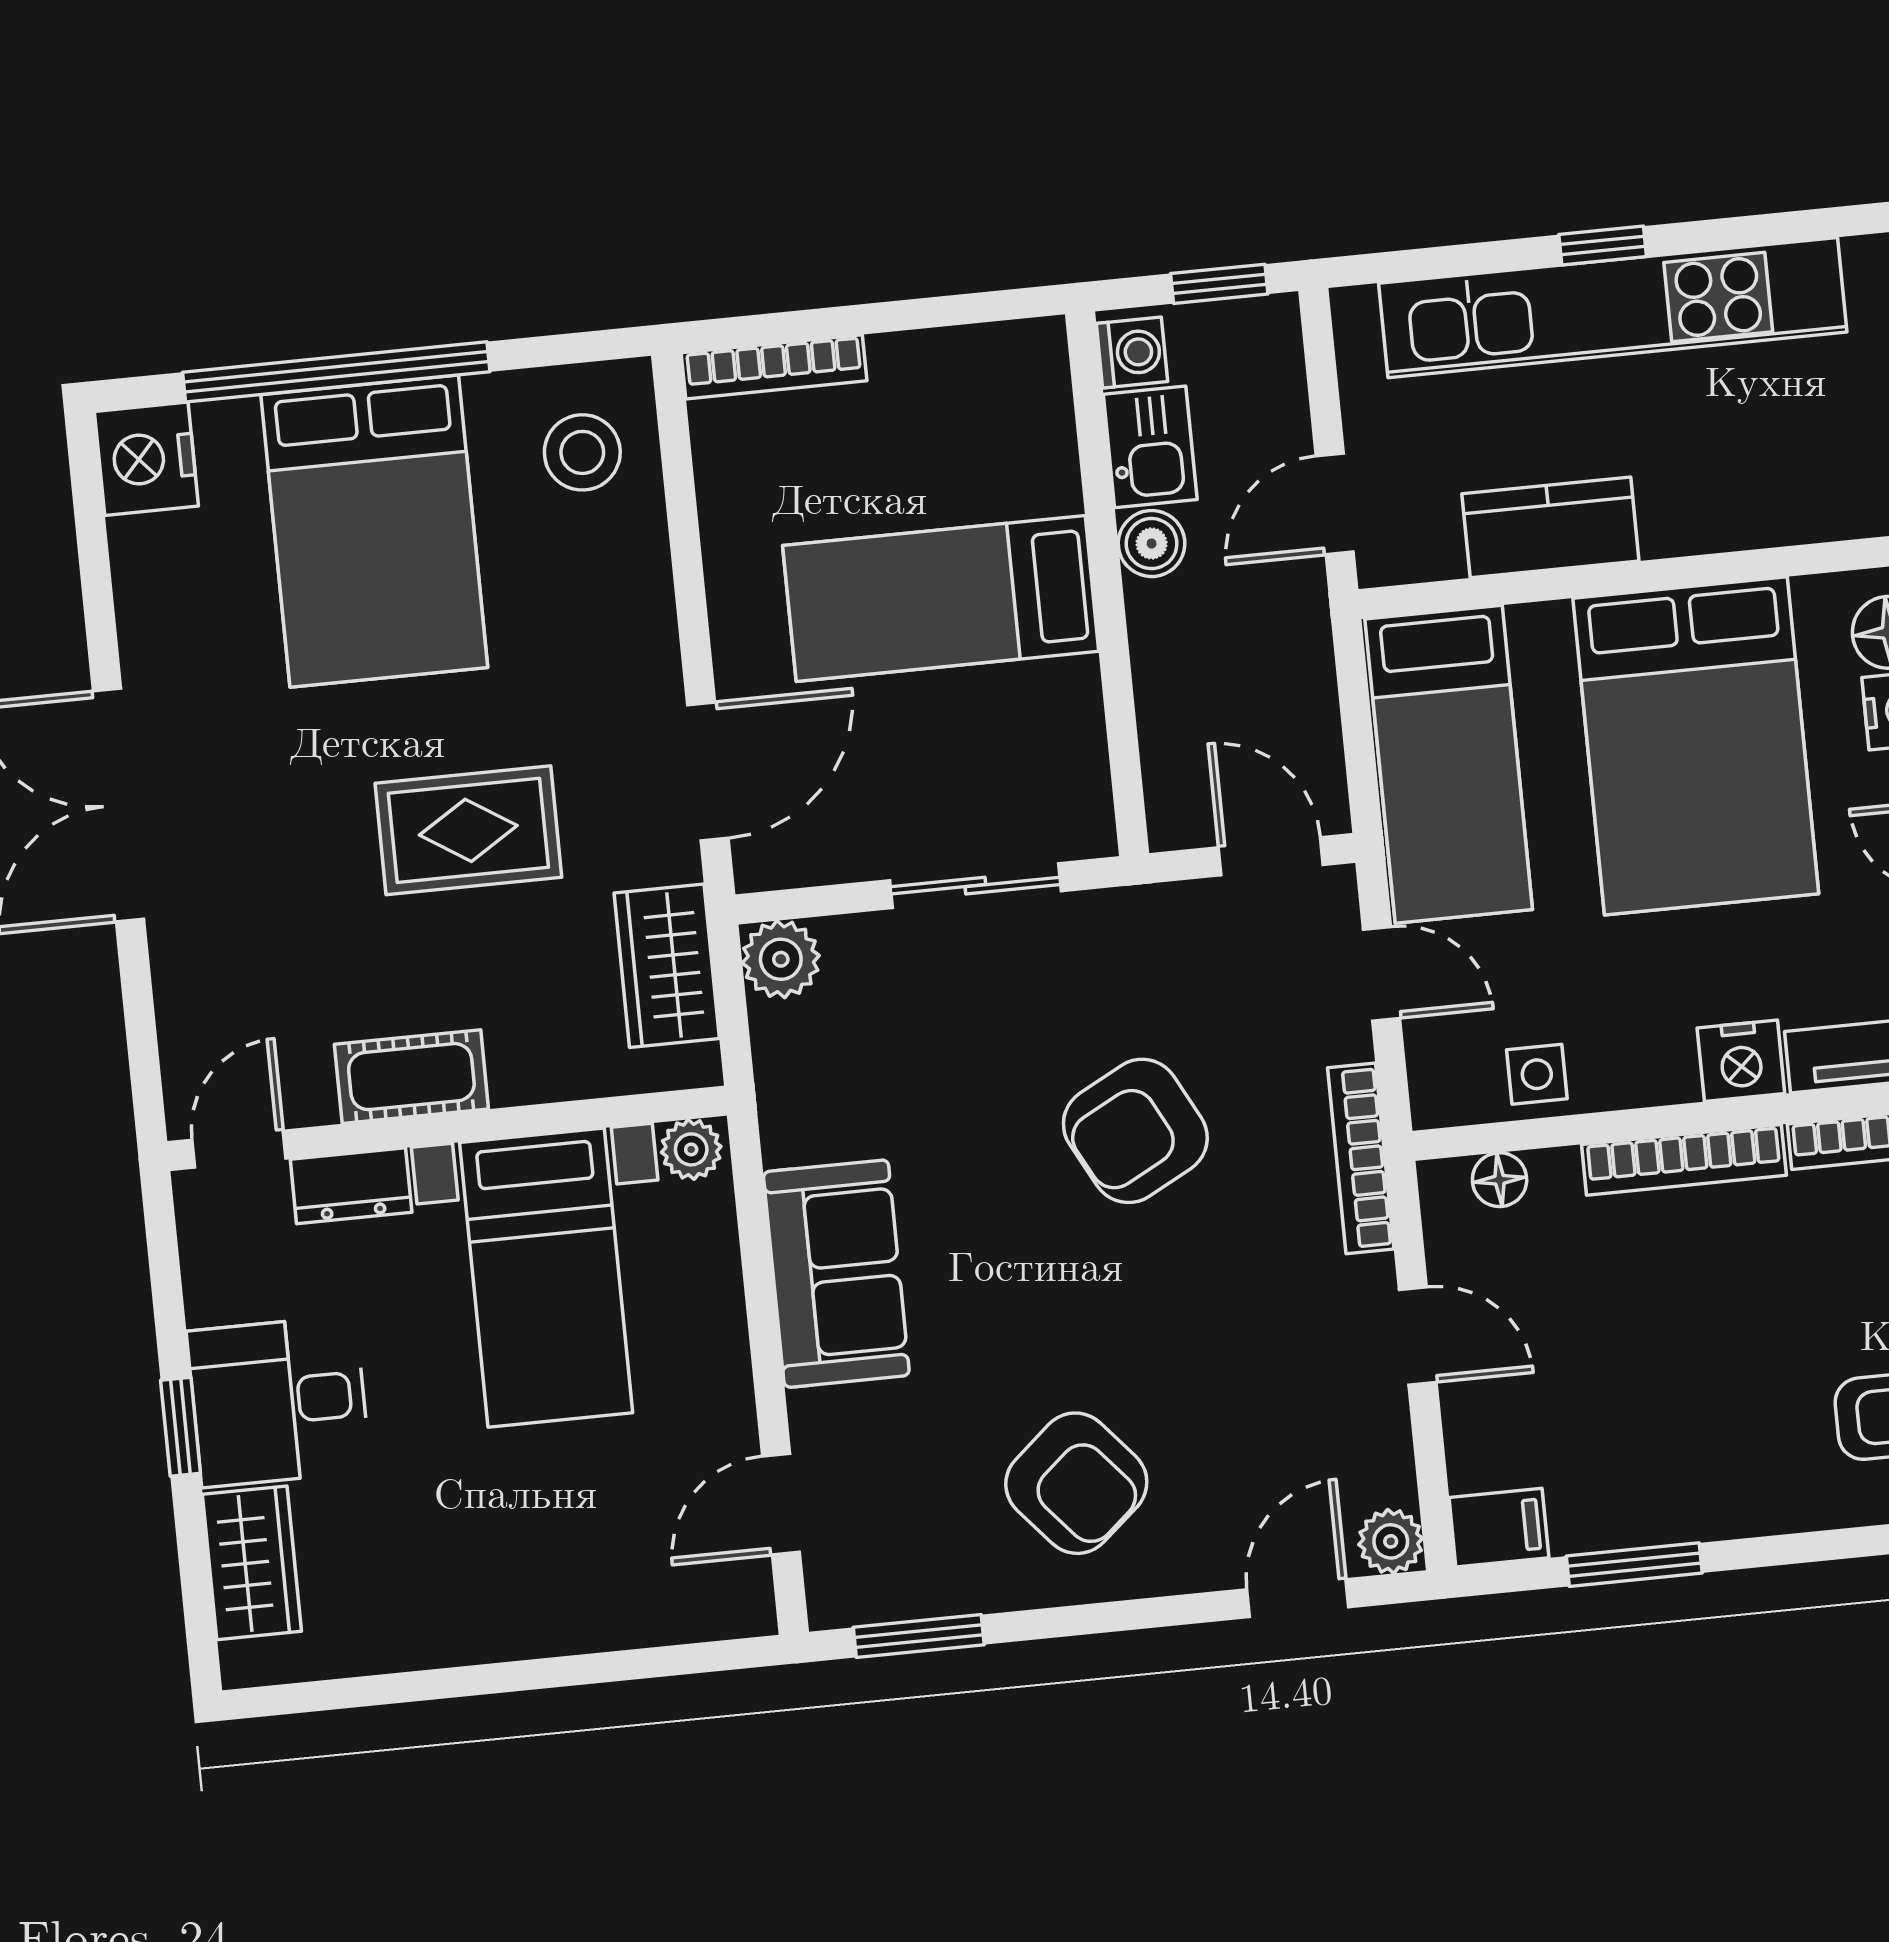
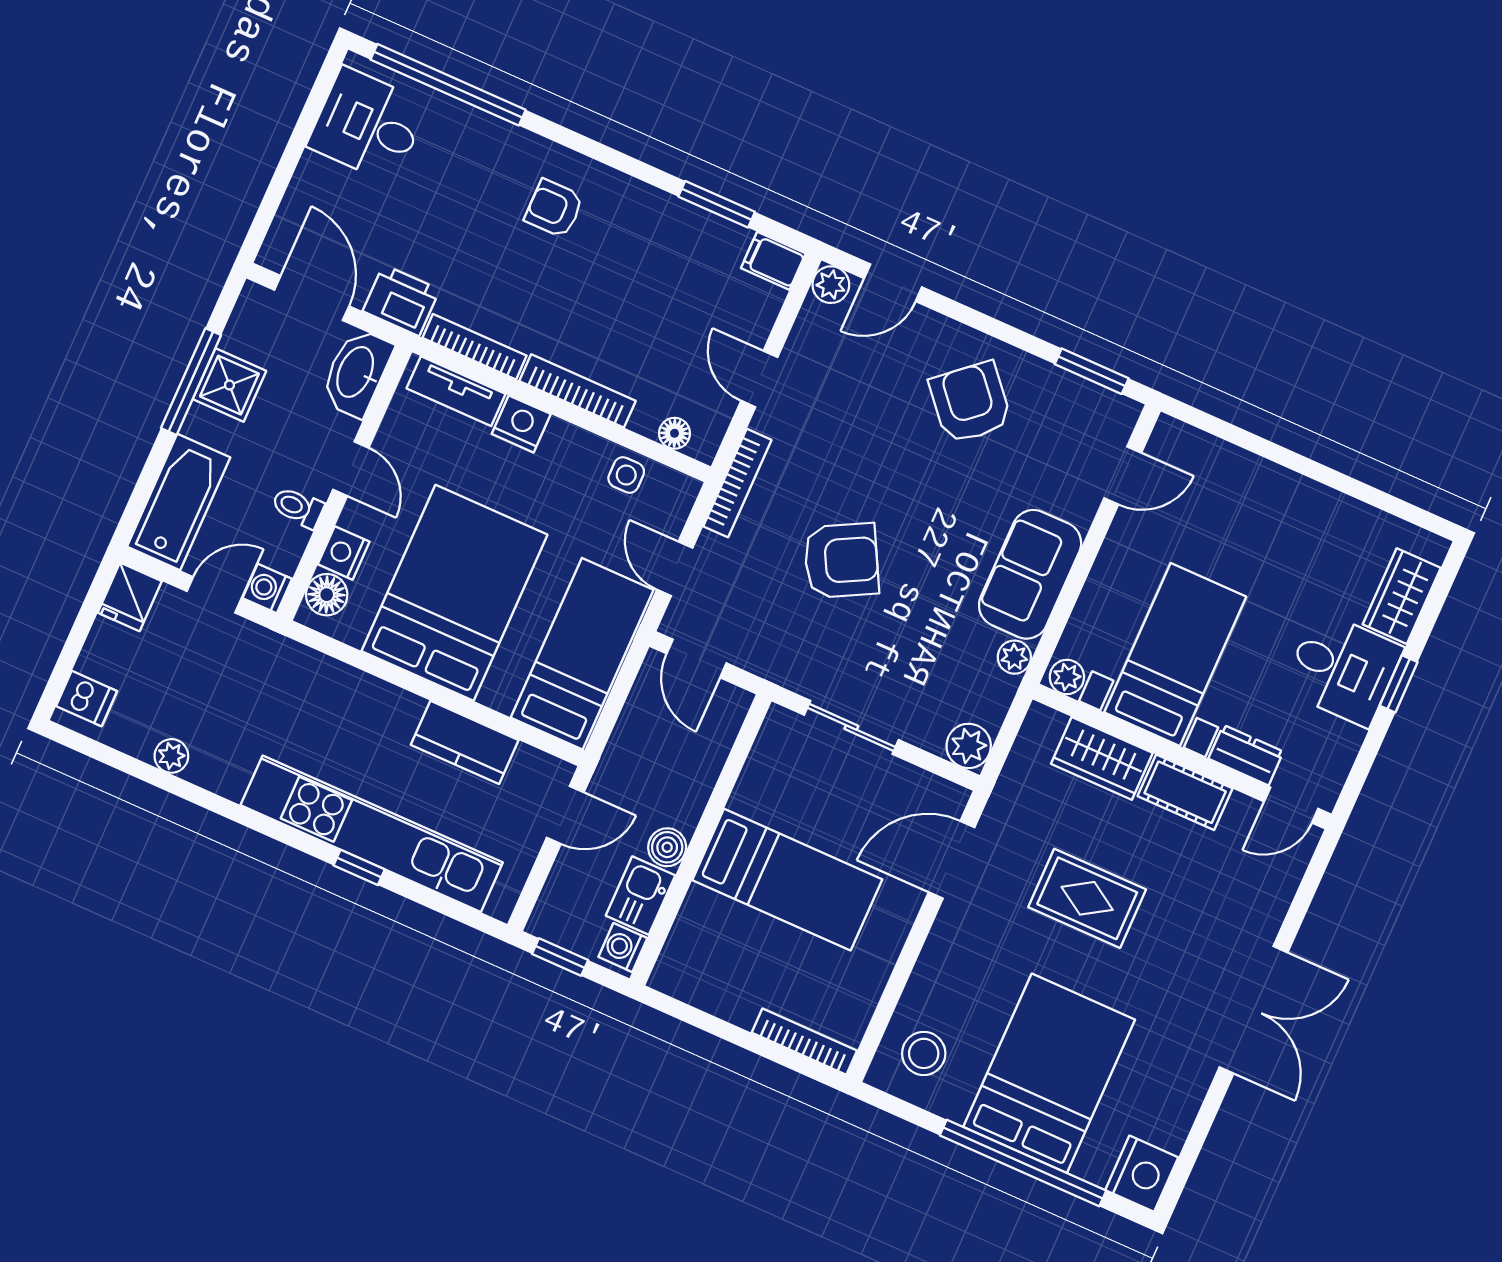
wardrobe: (667, 966) -> (1102, 758), moved, turned 90
plant: (788, 1134) -> (1014, 657), added

